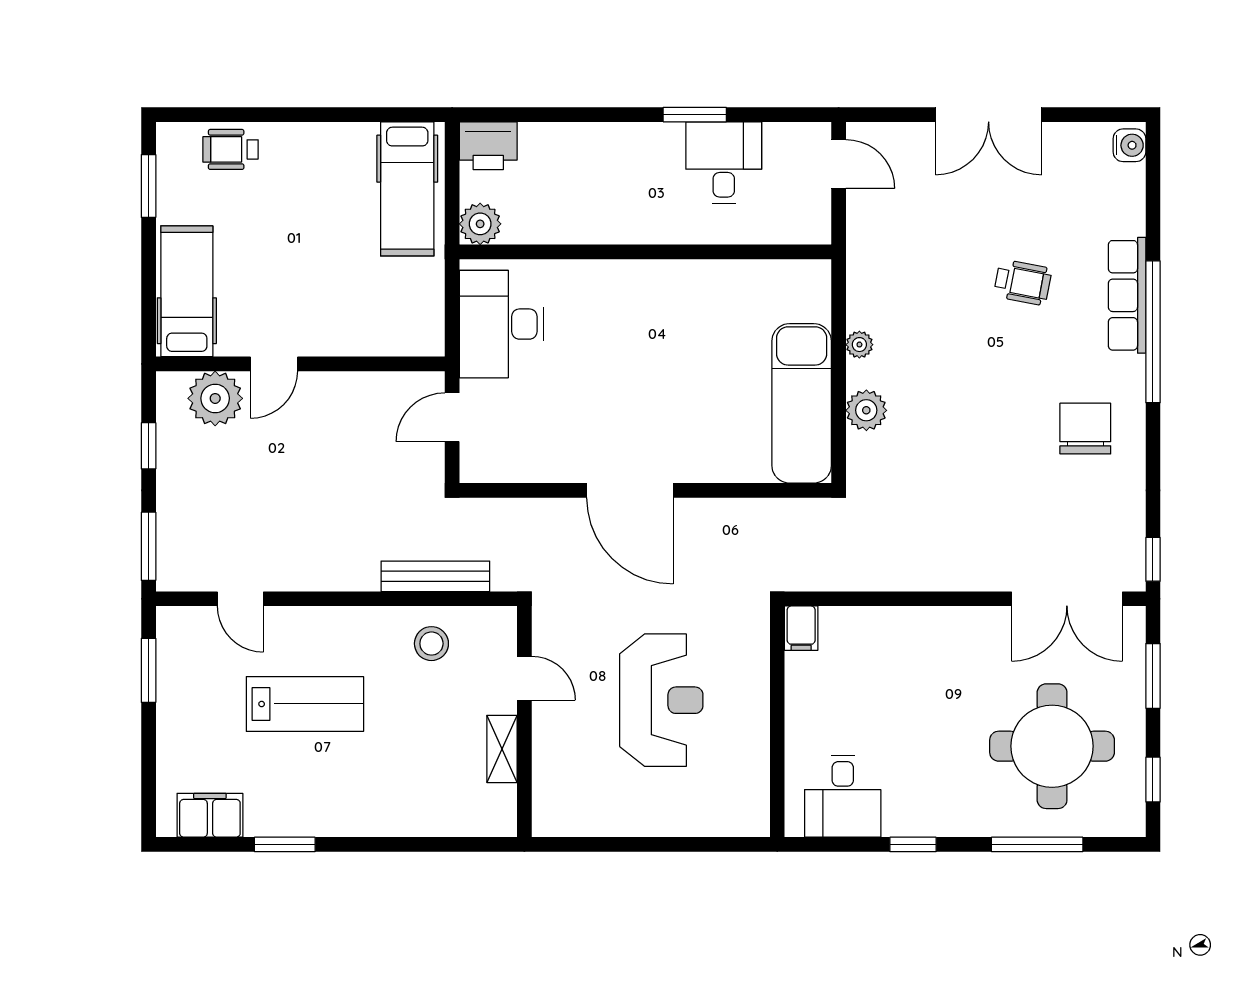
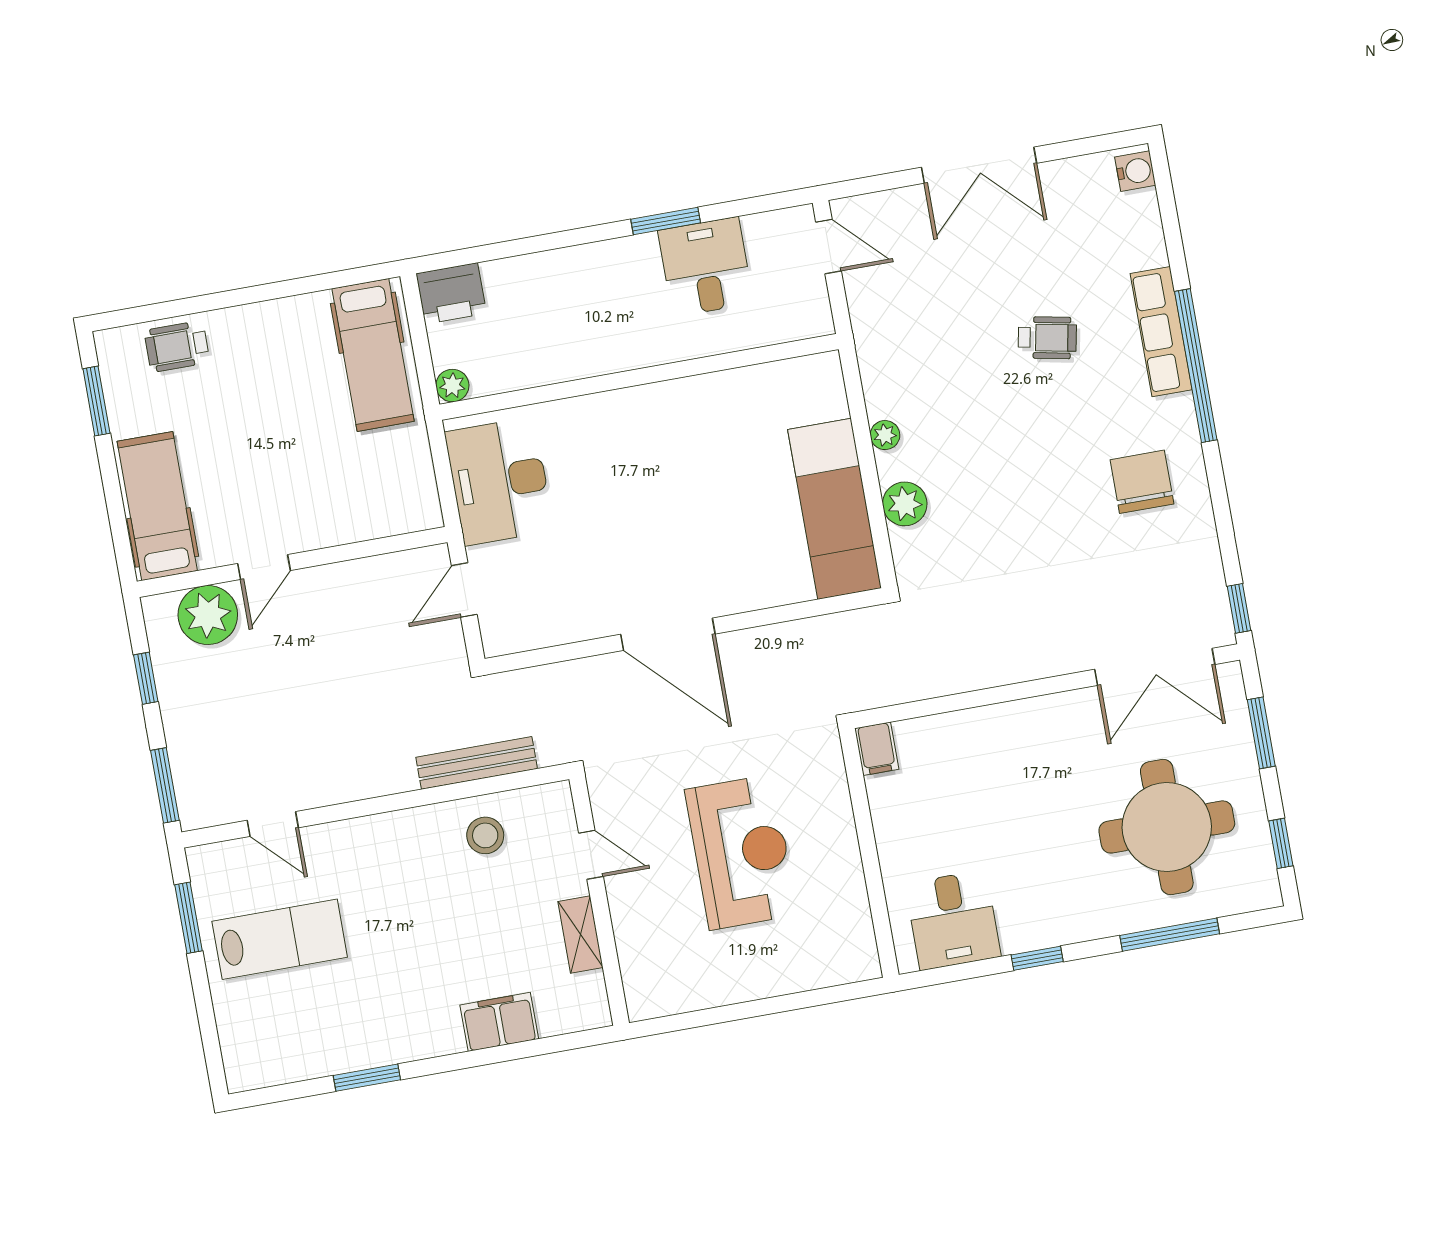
plant: (480, 224) -> (452, 386), width x0.73, depth x0.73
lab bench: (305, 704) -> (280, 939), moved
filing cabinet: (210, 815) -> (499, 1022), moved

